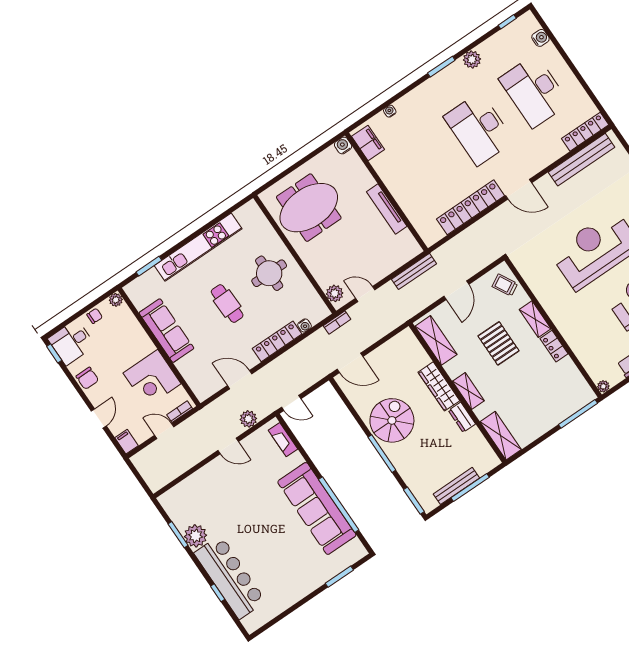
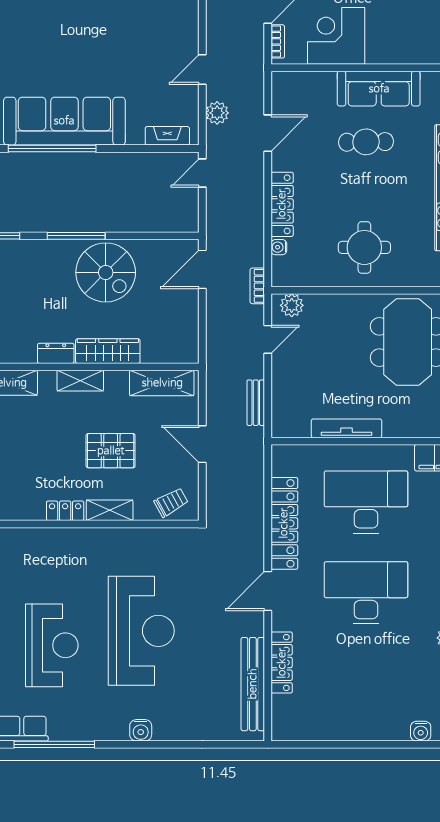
desk: (534, 91) -> (366, 502), moved
locker: (585, 132) -> (282, 663), moved
bench: (414, 271) -> (256, 403), width x0.73
cafe table: (227, 304) -> (366, 142), moved

